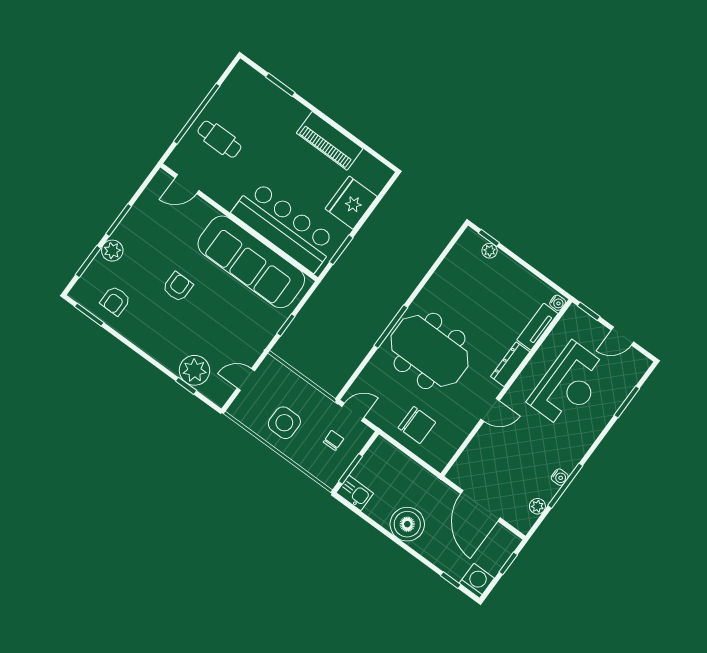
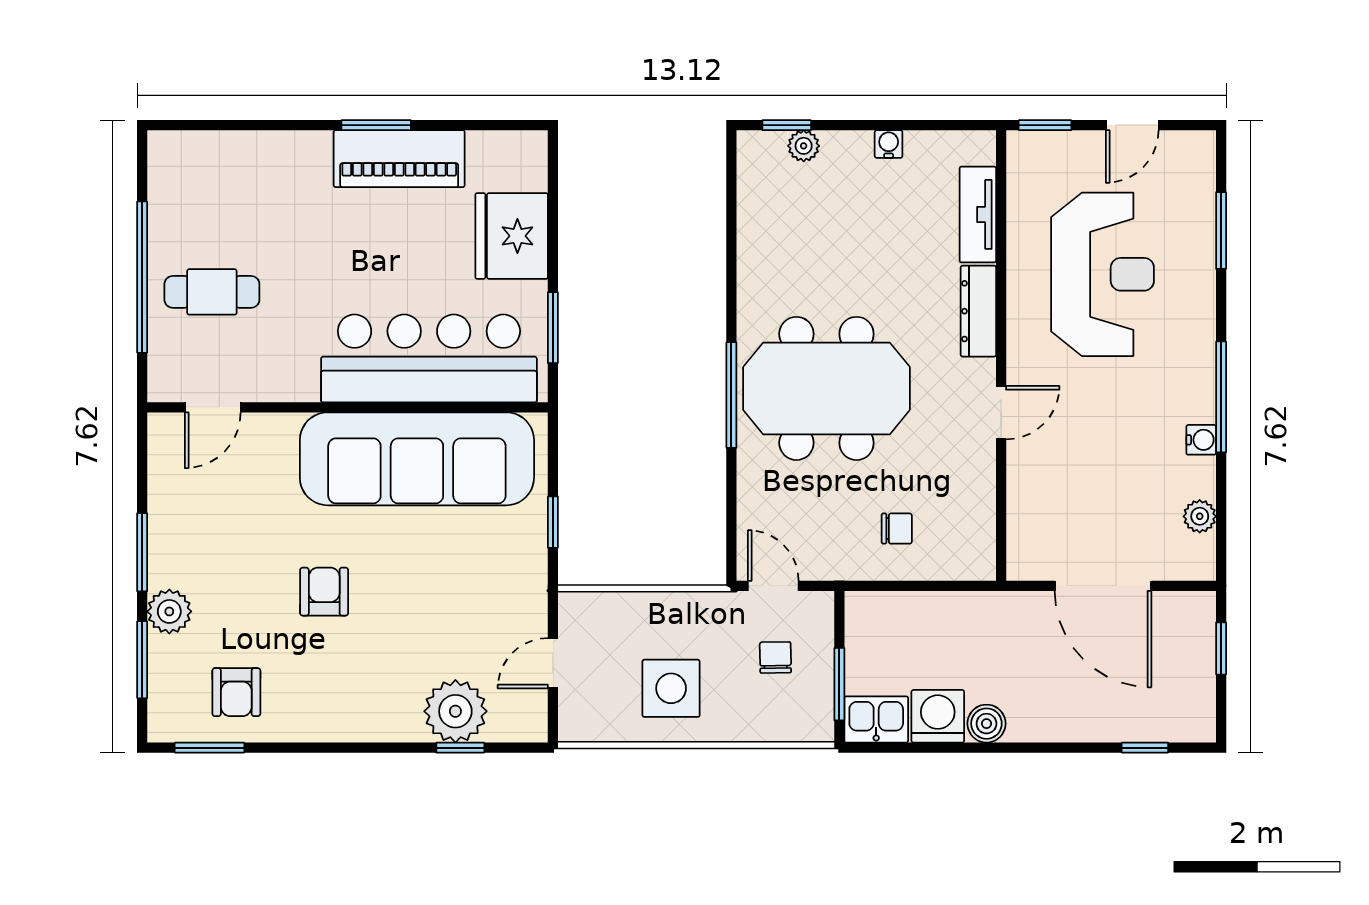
window: (280, 85) -> (376, 125), moved
water cooler: (558, 303) -> (889, 144), moved, turned -90
door: (353, 412) -> (773, 586), hinge flipped
chair: (417, 425) -> (897, 529), width x0.54, depth x0.54
window: (565, 486) -> (1221, 397), moved
boiler: (407, 524) -> (986, 724), width x0.54, depth x0.54
washing machine: (477, 581) -> (938, 716), moved

